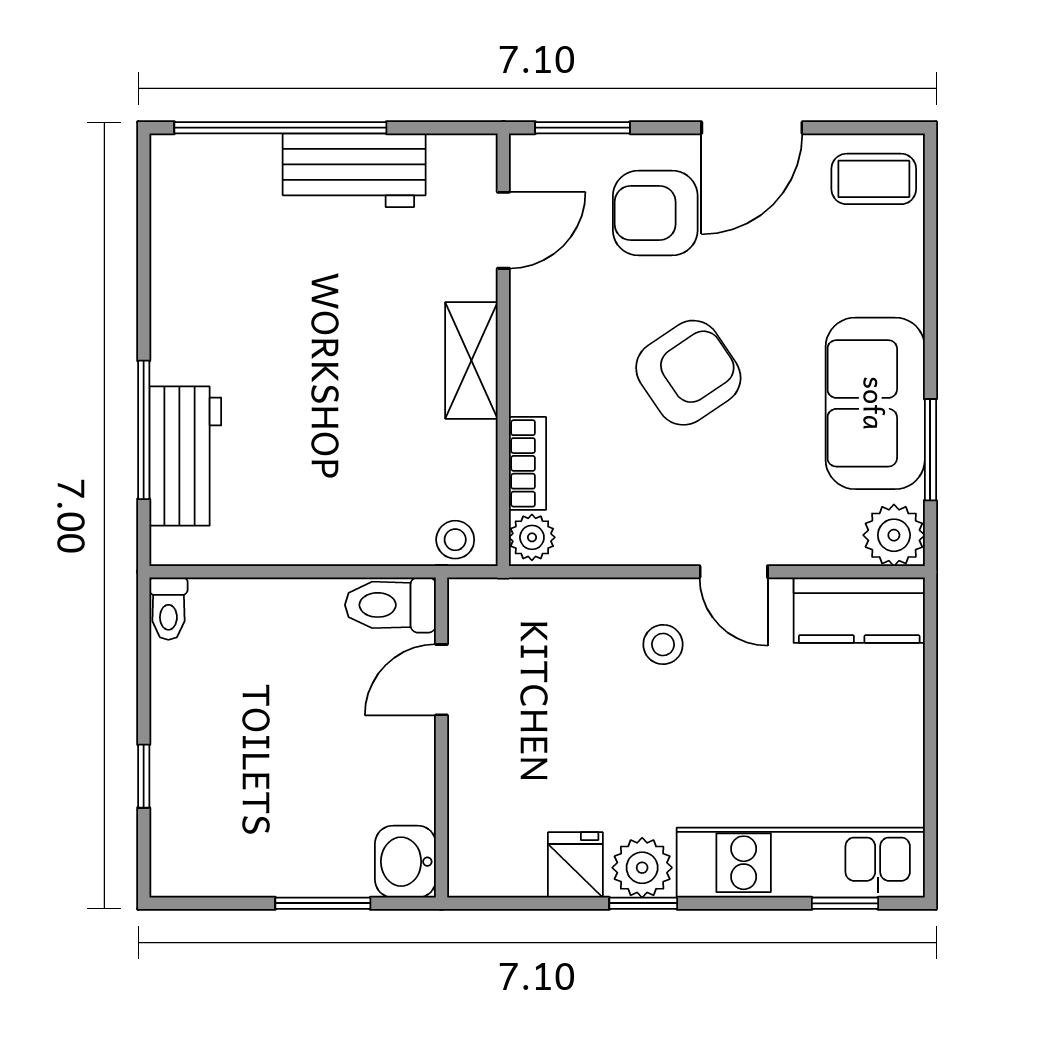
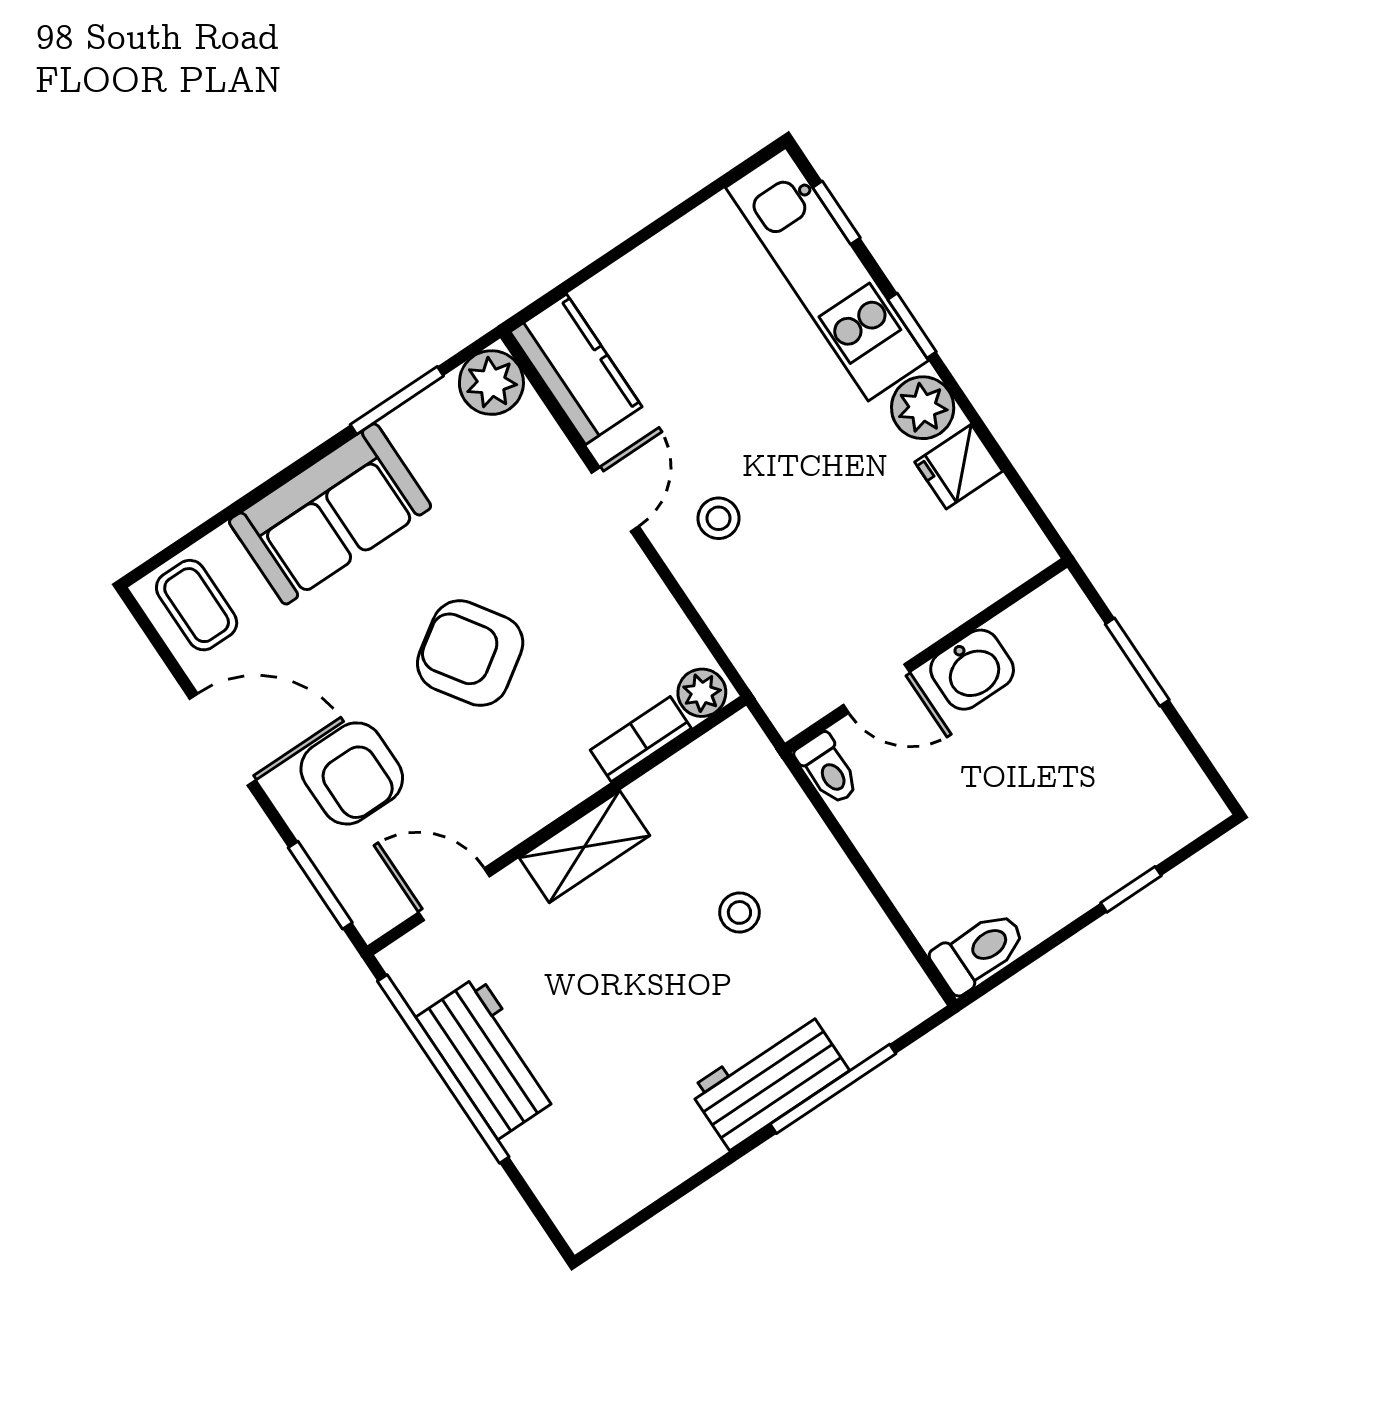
window: (280, 128) -> (443, 1069), moved
sofa: (875, 403) -> (330, 514), moved
workbench: (185, 456) -> (769, 1080), moved
stool: (455, 540) -> (739, 912), moved
toilet: (390, 605) -> (828, 769), width x0.73, depth x0.72
toilet: (168, 609) -> (979, 951), width x1.37, depth x1.39
washbasin: (405, 862) -> (972, 670), moved
window: (643, 903) -> (912, 326), moved

